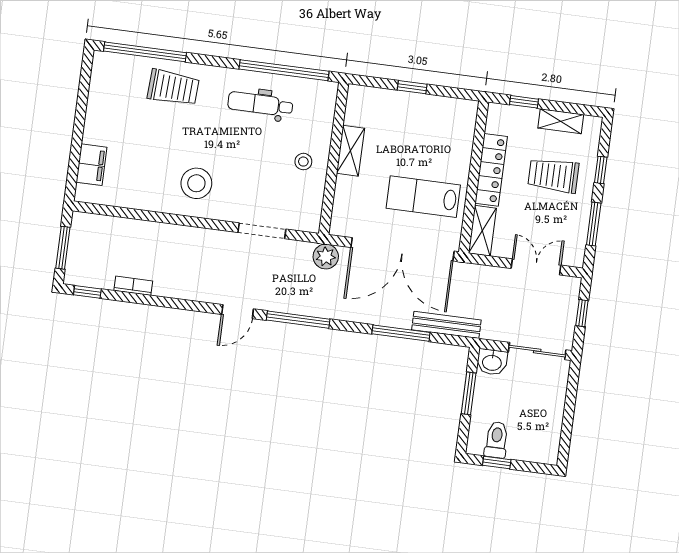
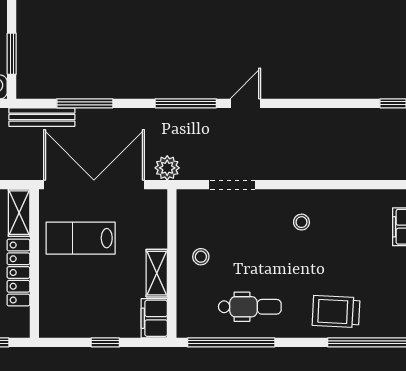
filing cabinet: (359, 105) -> (154, 318), added
stool: (196, 183) -> (301, 222), width x0.53, depth x0.53
lab bench: (423, 197) -> (81, 238), turned 180
bookcase: (133, 286) -> (349, 115), removed

